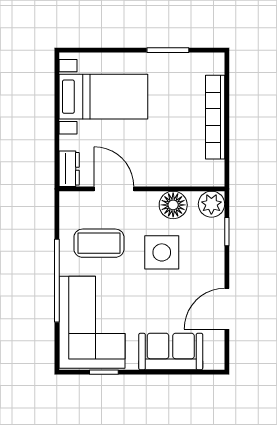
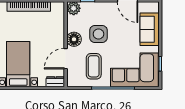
floor lamp: (173, 205) -> (74, 39), moved

